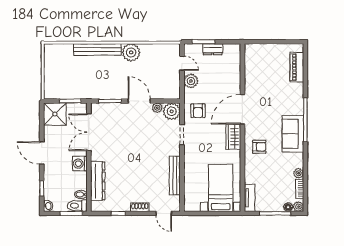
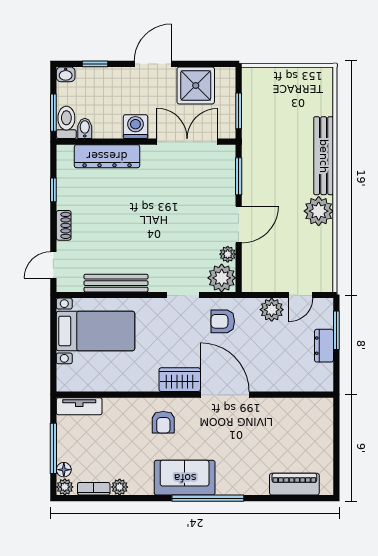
shower: (55, 114) -> (196, 85), moved
bed with nightstands: (221, 188) -> (96, 331), moved

